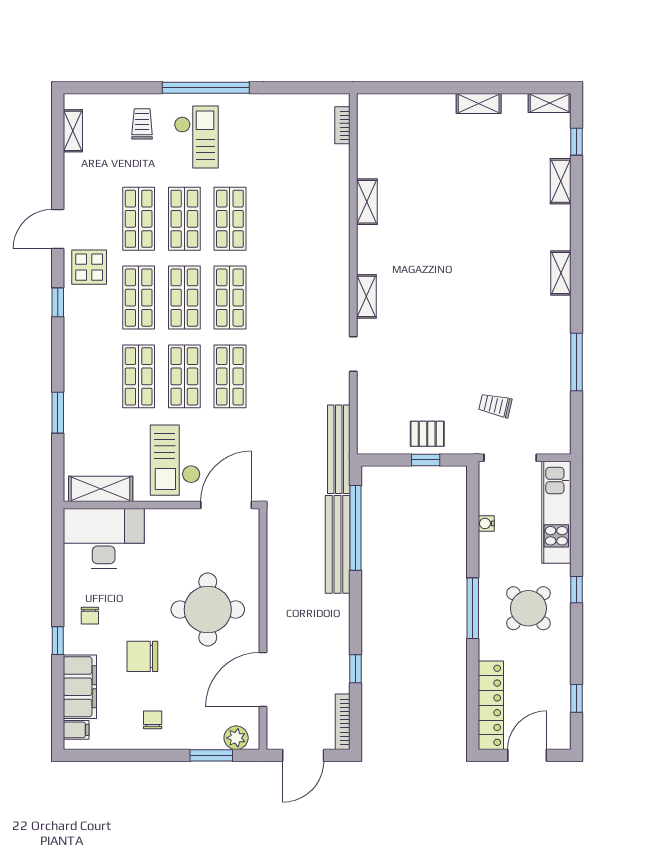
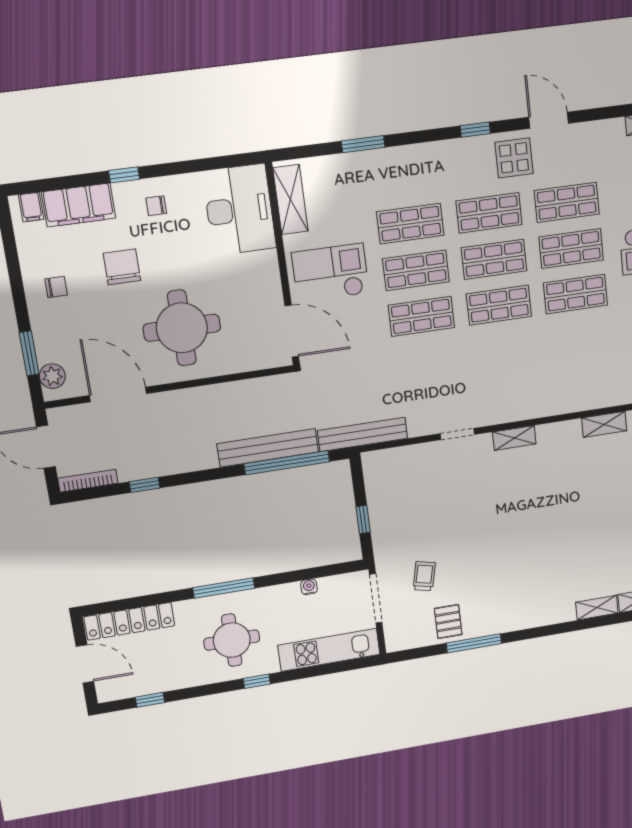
shelving: (561, 273) -> (597, 608), moved
pallet: (427, 434) -> (448, 621), moved
round table: (528, 608) -> (232, 640), turned 45

